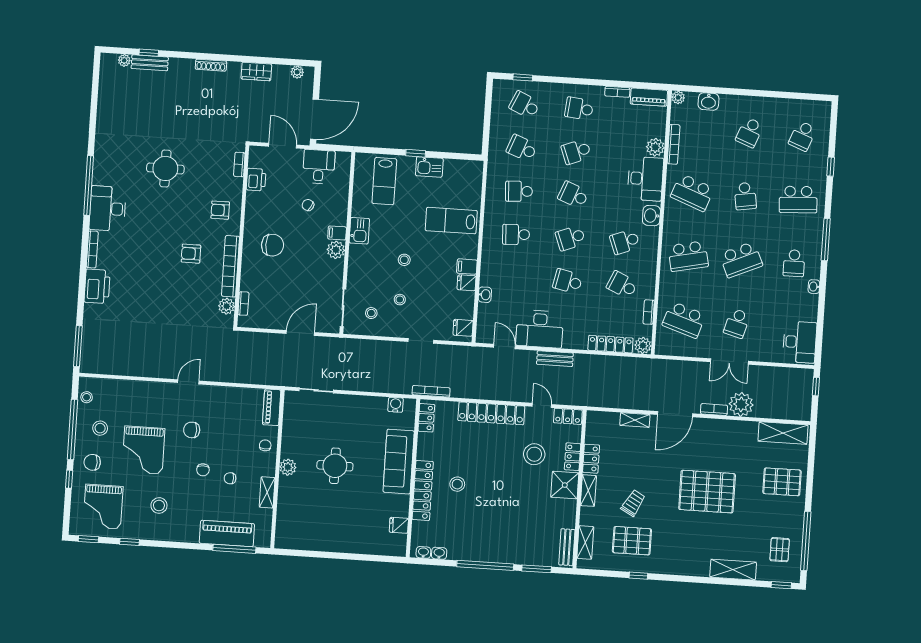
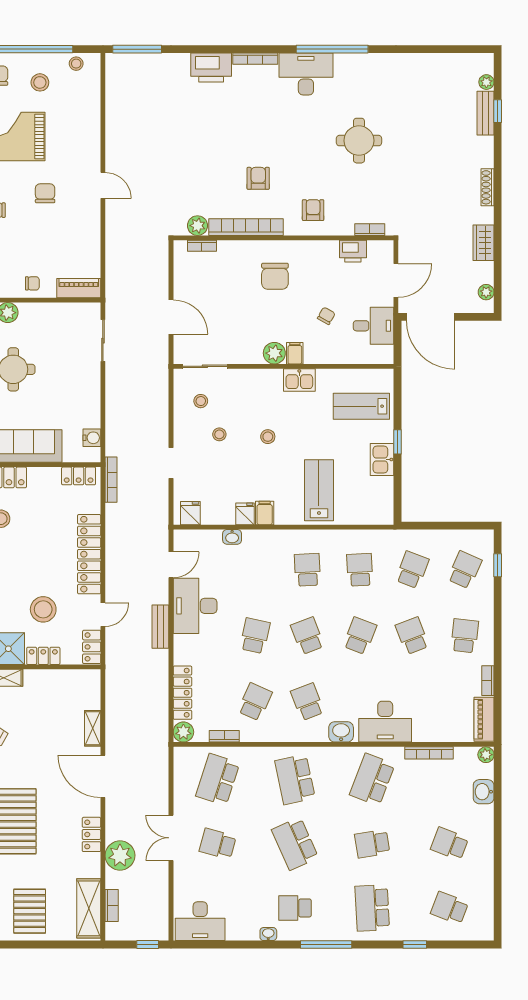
plant: (655, 147) -> (424, 731), removed
bookcase: (714, 410) -> (112, 906), moved
locker: (591, 459) -> (91, 834), moved, turned 90

